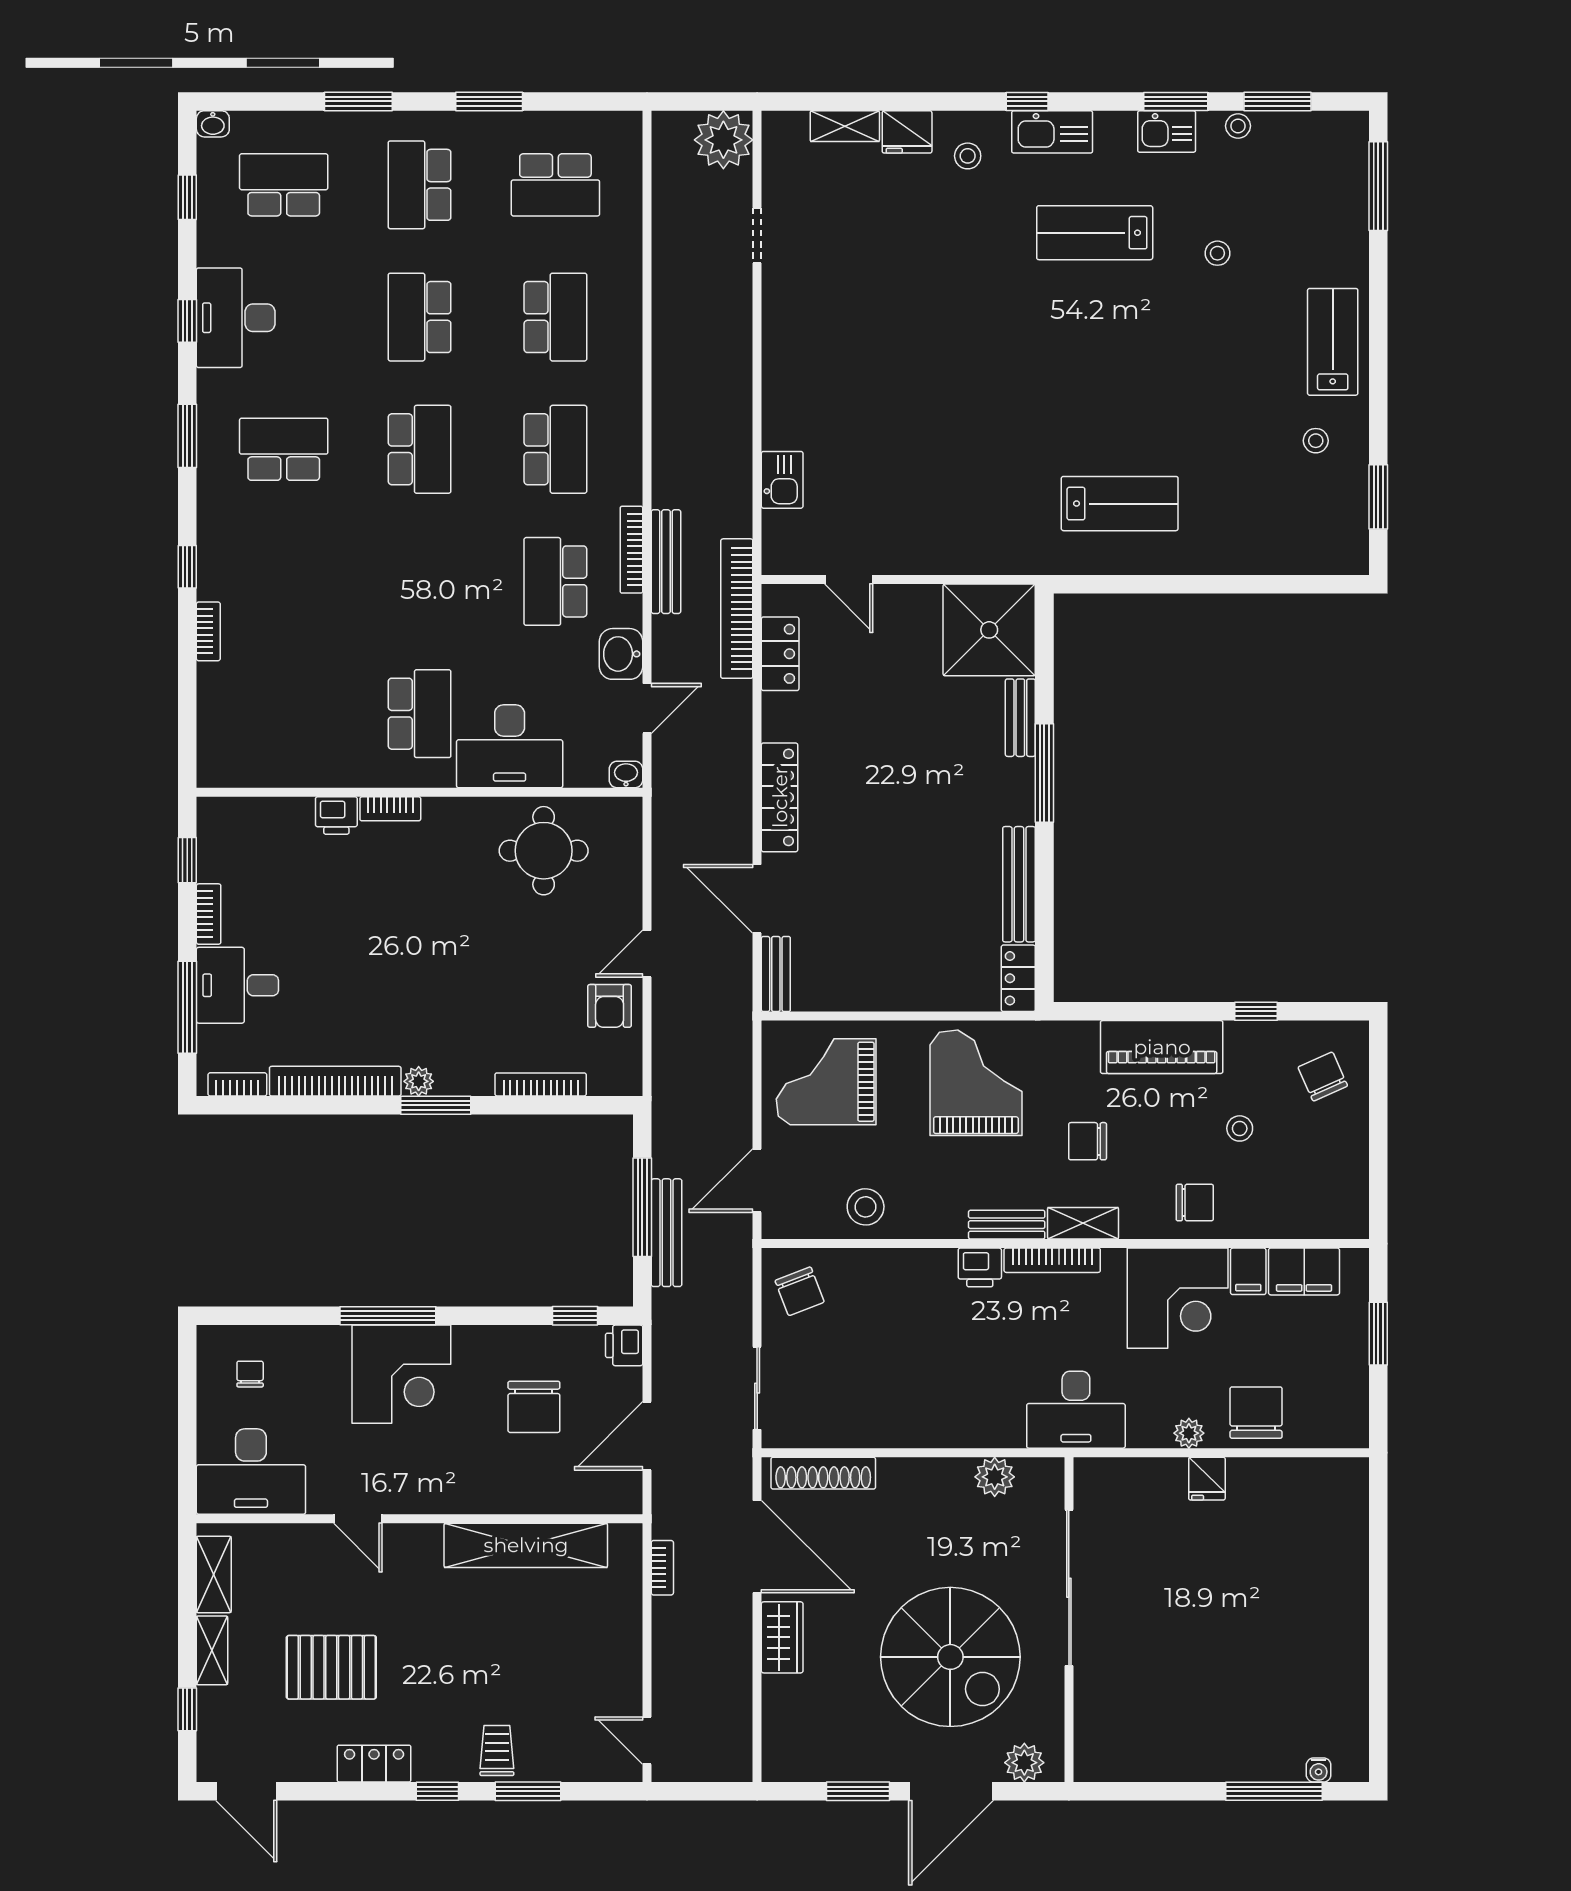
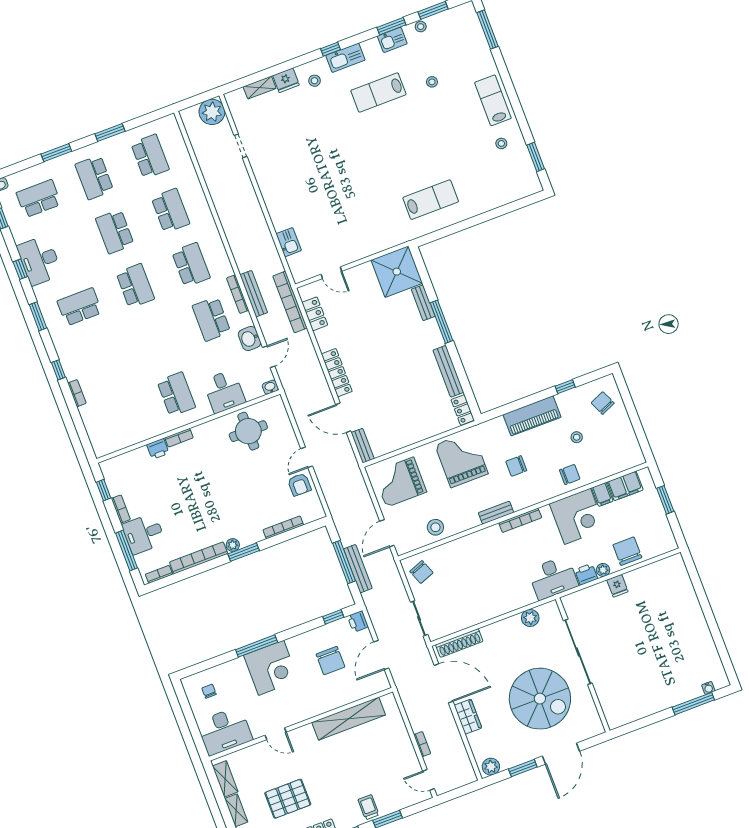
school desk: (555, 185) -> (150, 156), turned -90
desk: (510, 746) -> (224, 391), width x0.73
shelving: (1083, 1223) -> (527, 500), removed
printer: (980, 1267) -> (586, 574), moved, turned 180
bookcase: (662, 1568) -> (422, 744), moved
plant: (1024, 1763) -> (491, 767), moved

